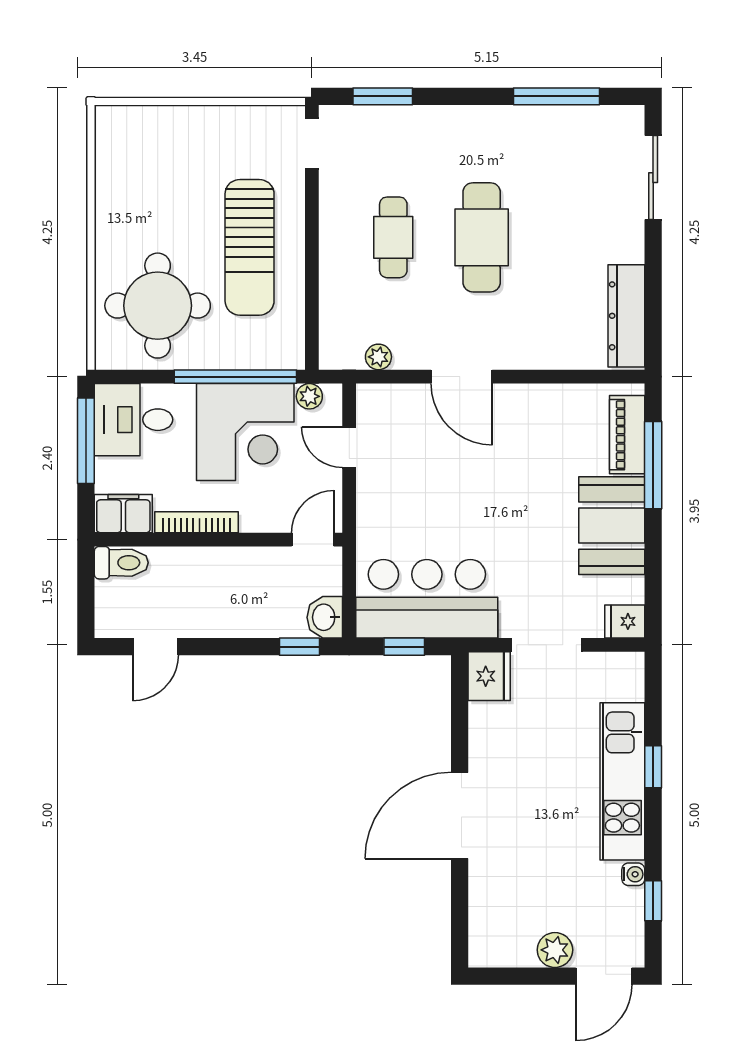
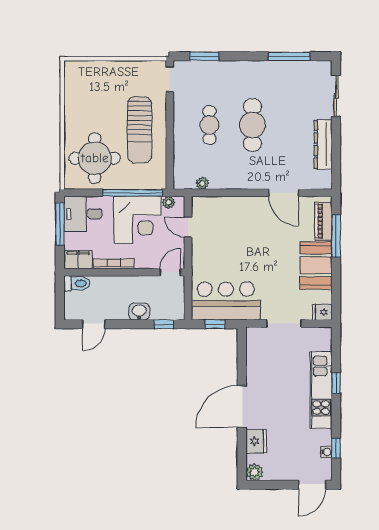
dresser: (626, 316) -> (323, 144), moved
door: (462, 377) -> (284, 193), moved
washbasin: (325, 617) -> (139, 312), moved, turned 90
fridge: (489, 676) -> (256, 441), moved
water cooler: (633, 874) -> (326, 452), moved
plant: (555, 950) -> (254, 472), moved

